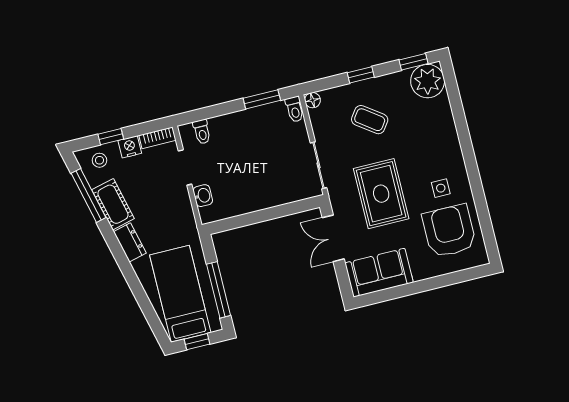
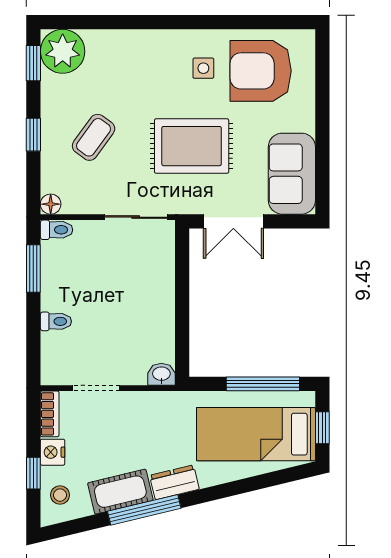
toilet: (202, 132) -> (56, 321), moved
window: (89, 195) -> (144, 510), moved
washbasin: (203, 196) -> (161, 374), moved

